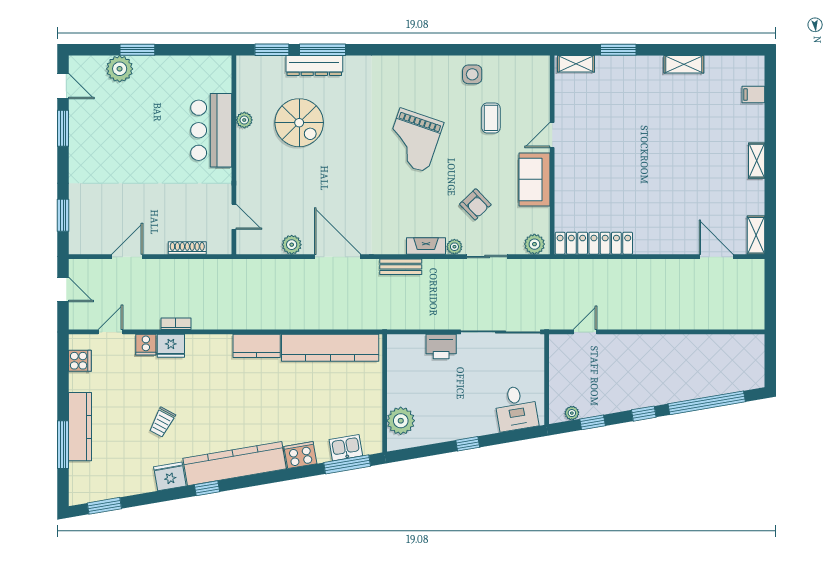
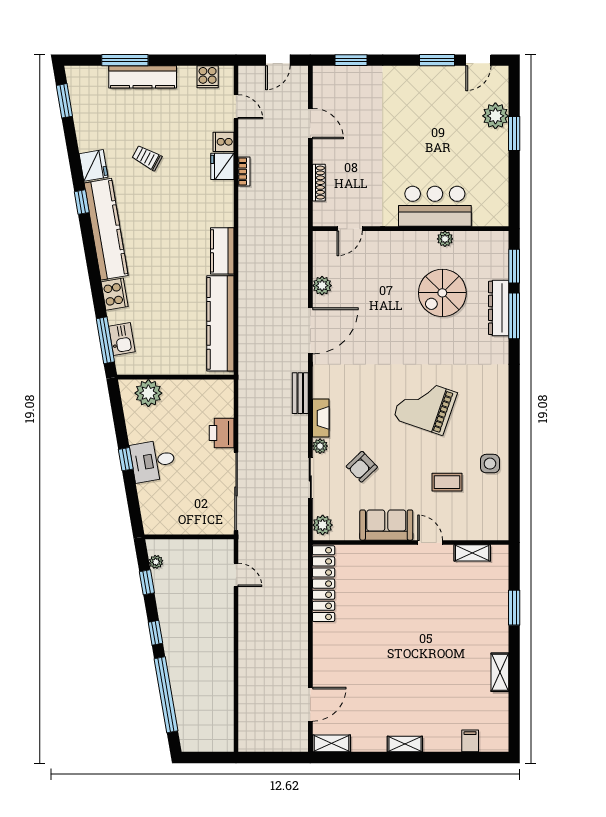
shelving: (576, 64) -> (472, 553), moved, turned 90
desk: (516, 408) -> (153, 461), moved

